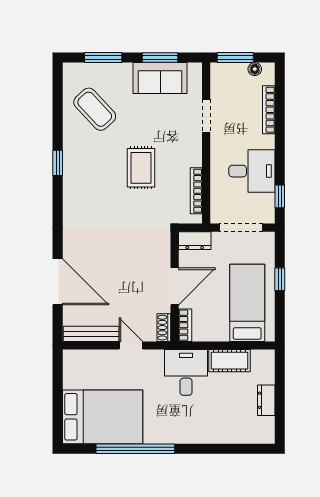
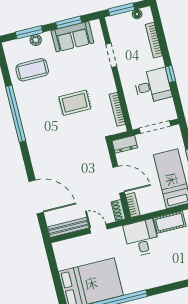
plant: (109, 70) -> (36, 40), added
coffee table: (95, 109) -> (32, 70), turned -47
window: (58, 163) -> (16, 114), width x3.17
rug: (141, 168) -> (75, 103), turned 90
window: (280, 196) -> (170, 74), moved
door: (175, 286) -> (119, 180), hinge flipped

